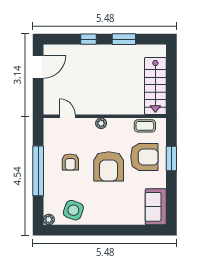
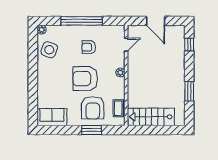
window: (89, 39) -> (189, 45), moved
door: (38, 67) -> (156, 21), moved

